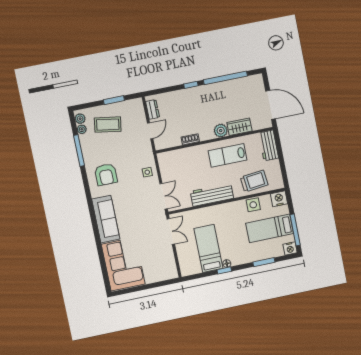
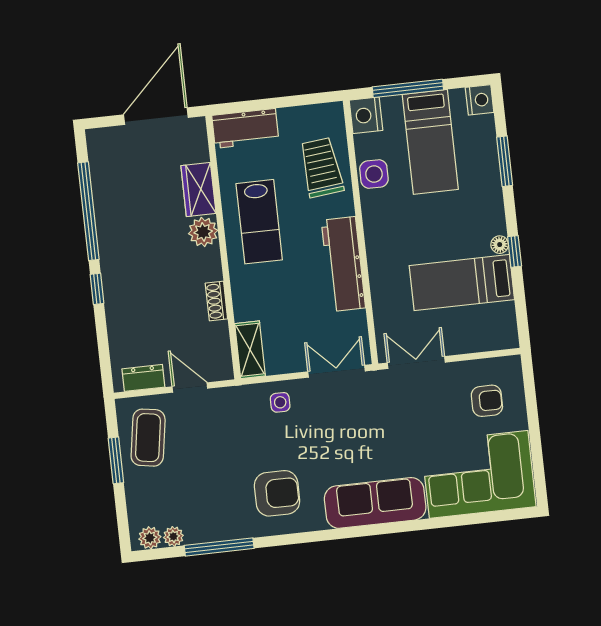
coffee table: (108, 125) -> (148, 438), moved
shelving: (170, 156) -> (250, 350), added
window: (295, 230) -> (408, 88), moved
armchair: (157, 265) -> (487, 401), added

